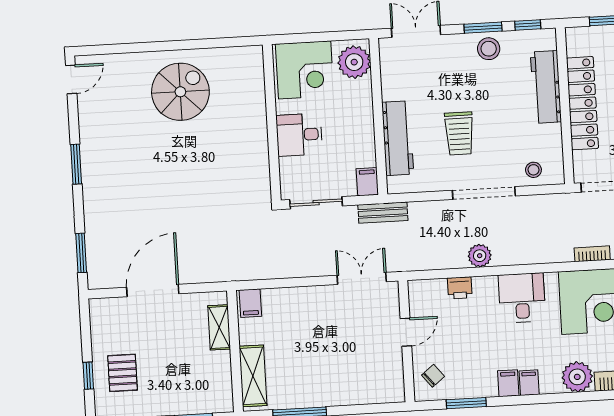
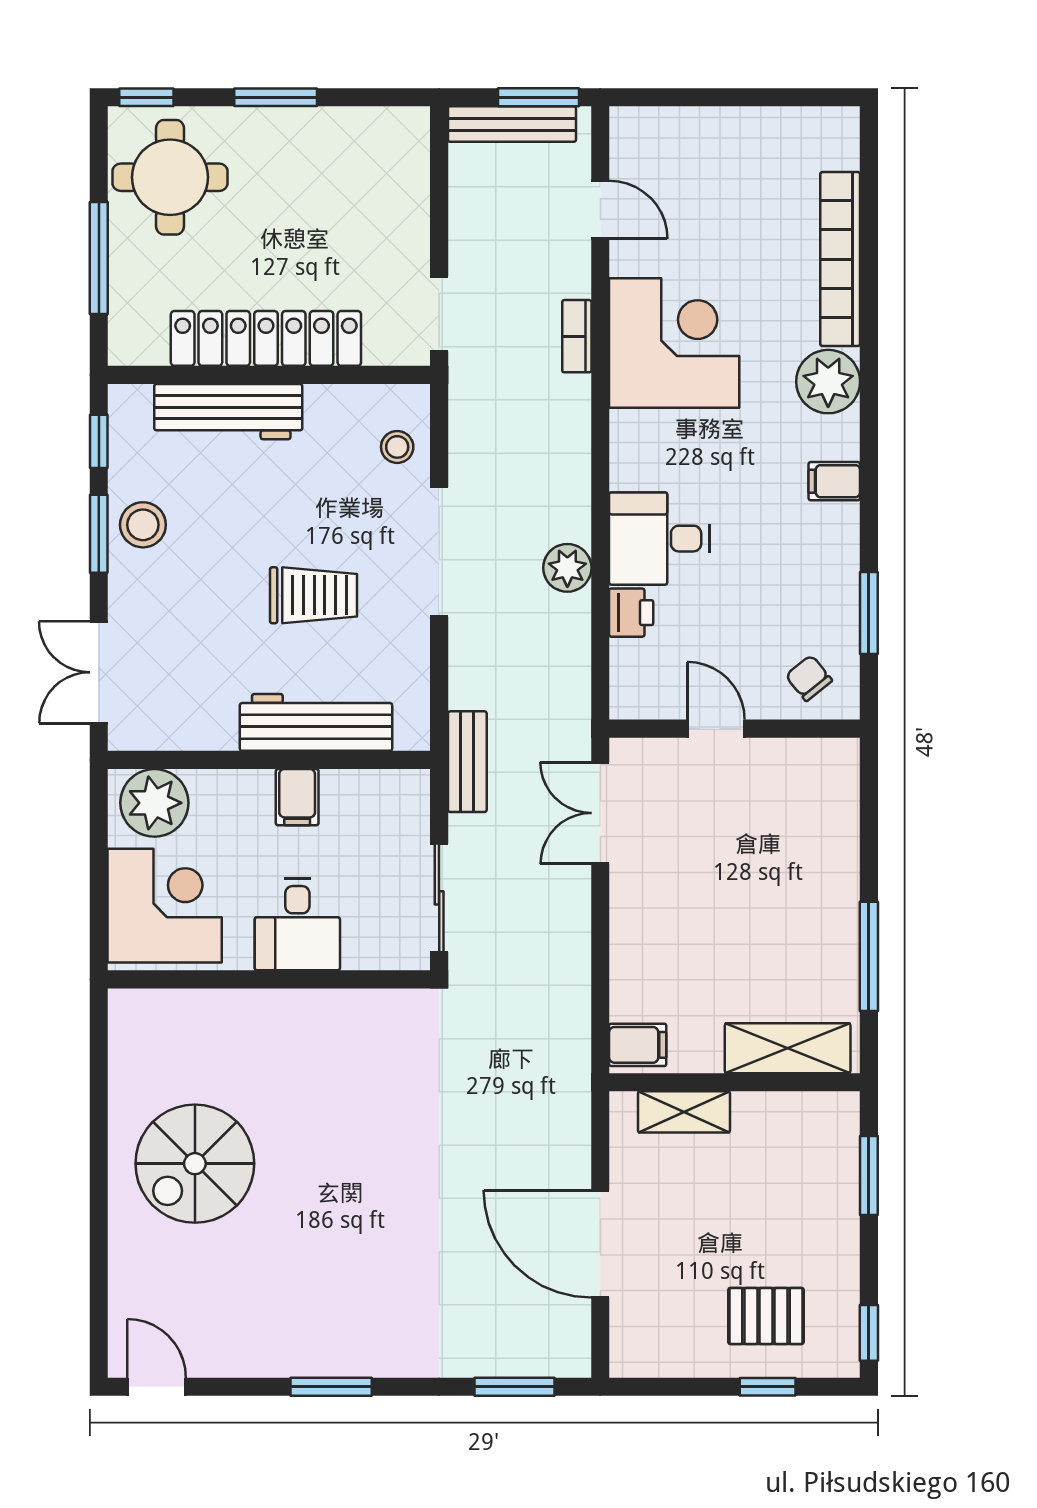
spiral stairs: (180, 92) -> (195, 1164), turned -90
filing cabinet: (367, 182) -> (297, 797), moved, turned -90
desk: (522, 298) -> (659, 539), moved
filing cabinet: (508, 383) -> (833, 524), removed

